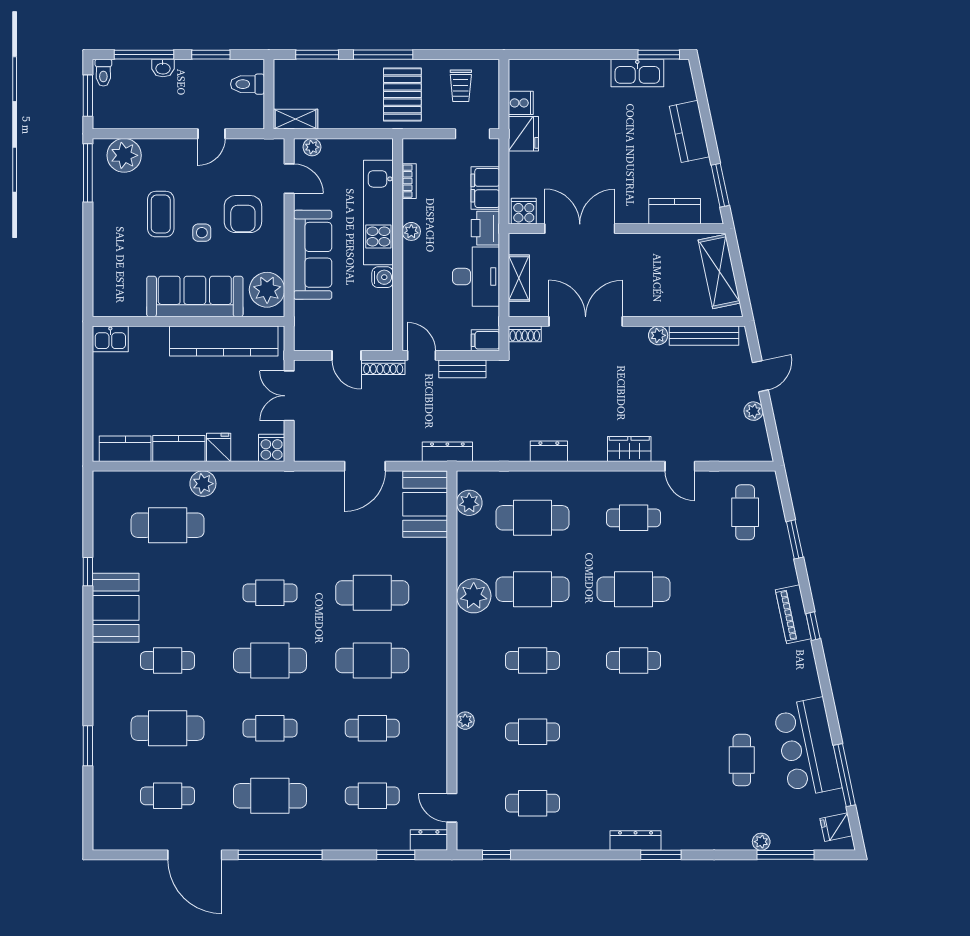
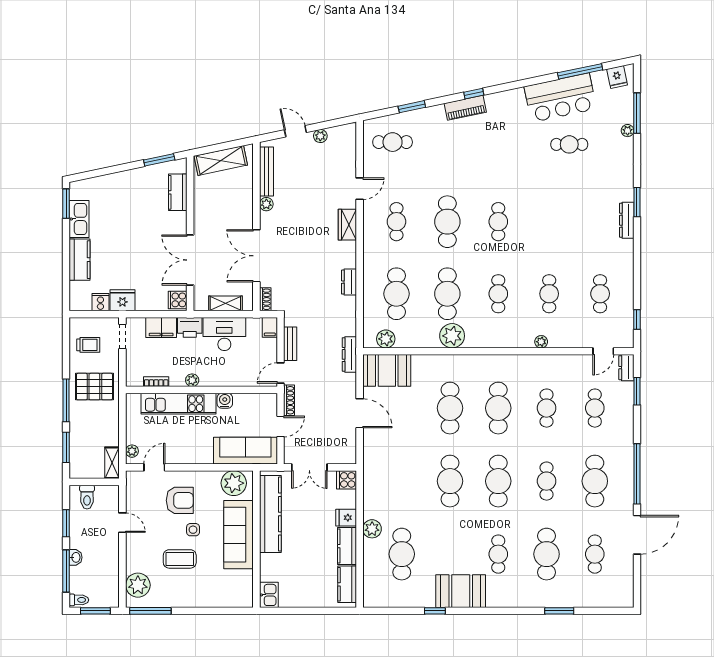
kitchen counter: (689, 131) -> (80, 260), moved, turned -78
sofa: (313, 255) -> (245, 451), moved
cafe table: (270, 593) -> (450, 481), width x1.37, depth x1.35

